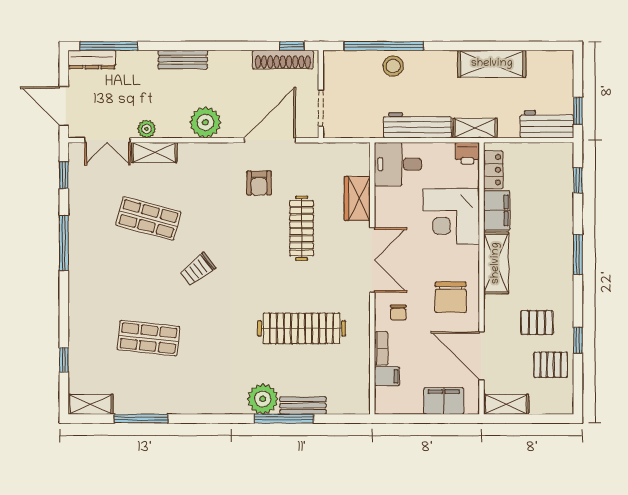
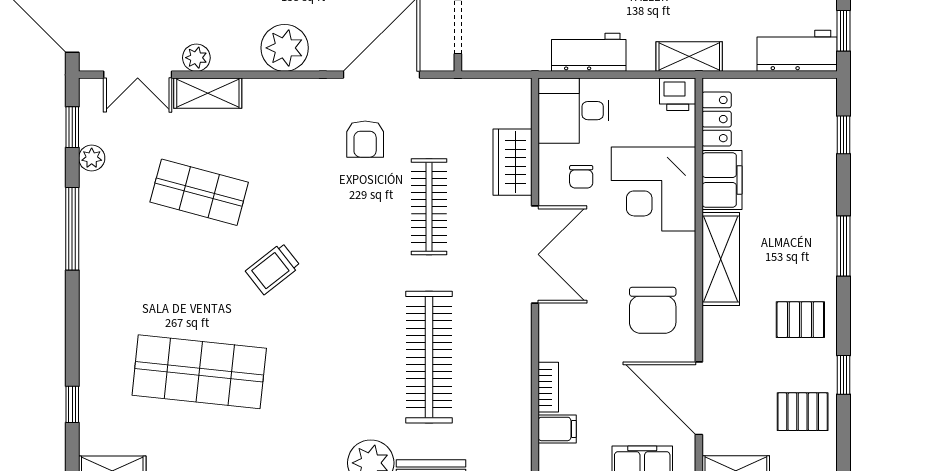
workbench: (417, 125) -> (589, 52), width x0.73
plant: (77, 196) -> (92, 158), added
chair: (398, 312) -> (581, 177), moved
pallet: (537, 323) -> (800, 320), moved
clothes rail: (302, 328) -> (429, 357), turned 90
shop shelf: (148, 338) -> (199, 372), width x1.43, depth x1.36

